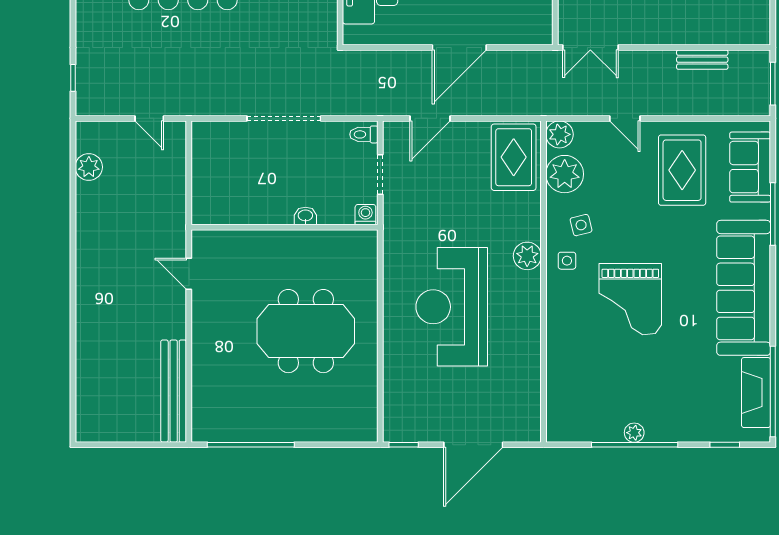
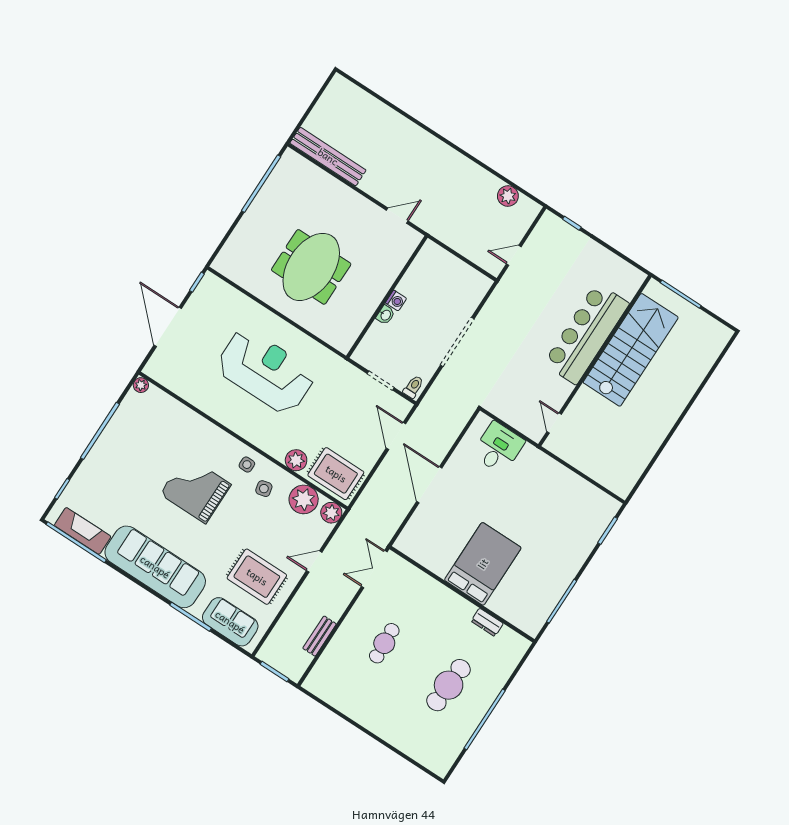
washing machine: (365, 215) -> (396, 301), moved
plant: (527, 256) -> (296, 460), moved
plant: (634, 433) -> (141, 385), moved

